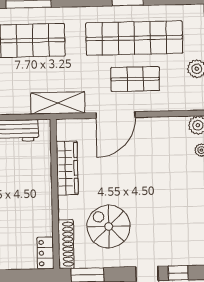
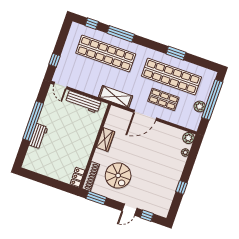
wardrobe: (67, 168) -> (105, 139), width x0.67
spiral stairs: (109, 226) -> (118, 175), turned 180

